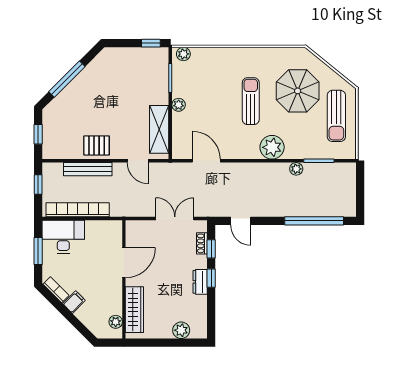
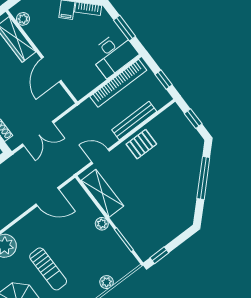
plant: (183, 54) -> (107, 282), moved

